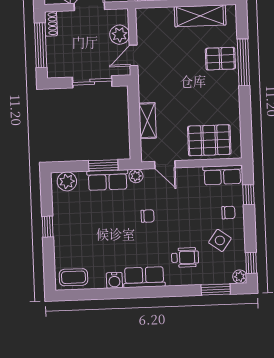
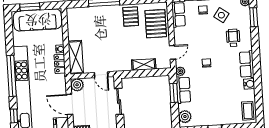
shelving: (200, 16) -> (76, 57), moved
plant: (120, 35) -> (77, 85), moved
pallet: (220, 59) -> (131, 17), moved

